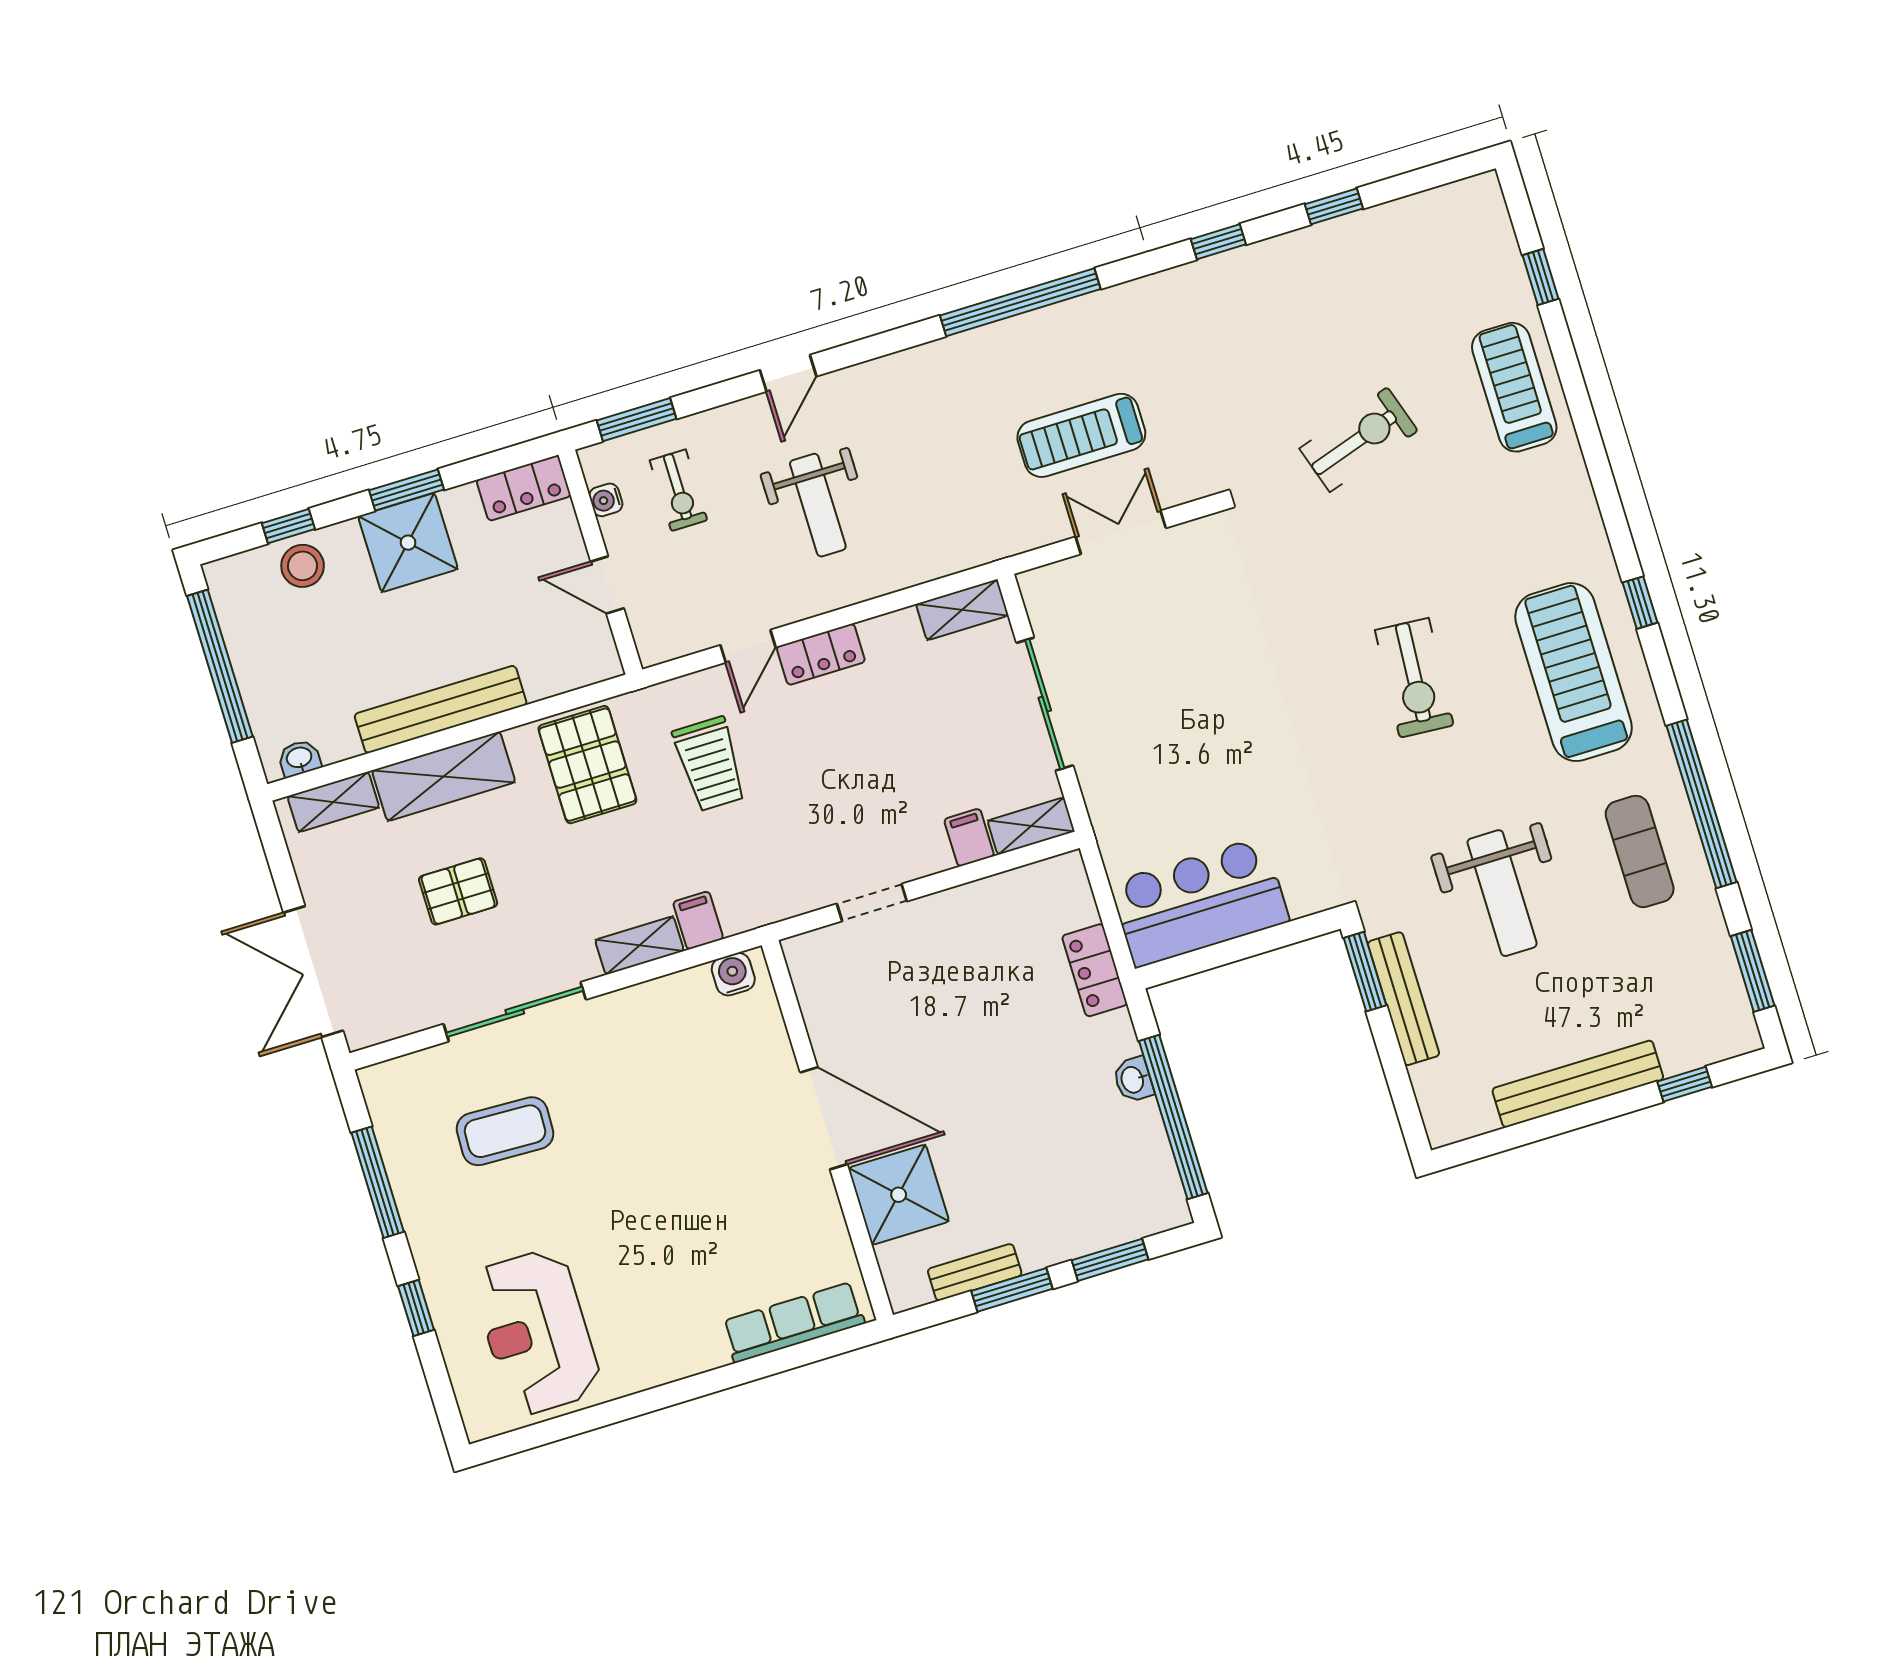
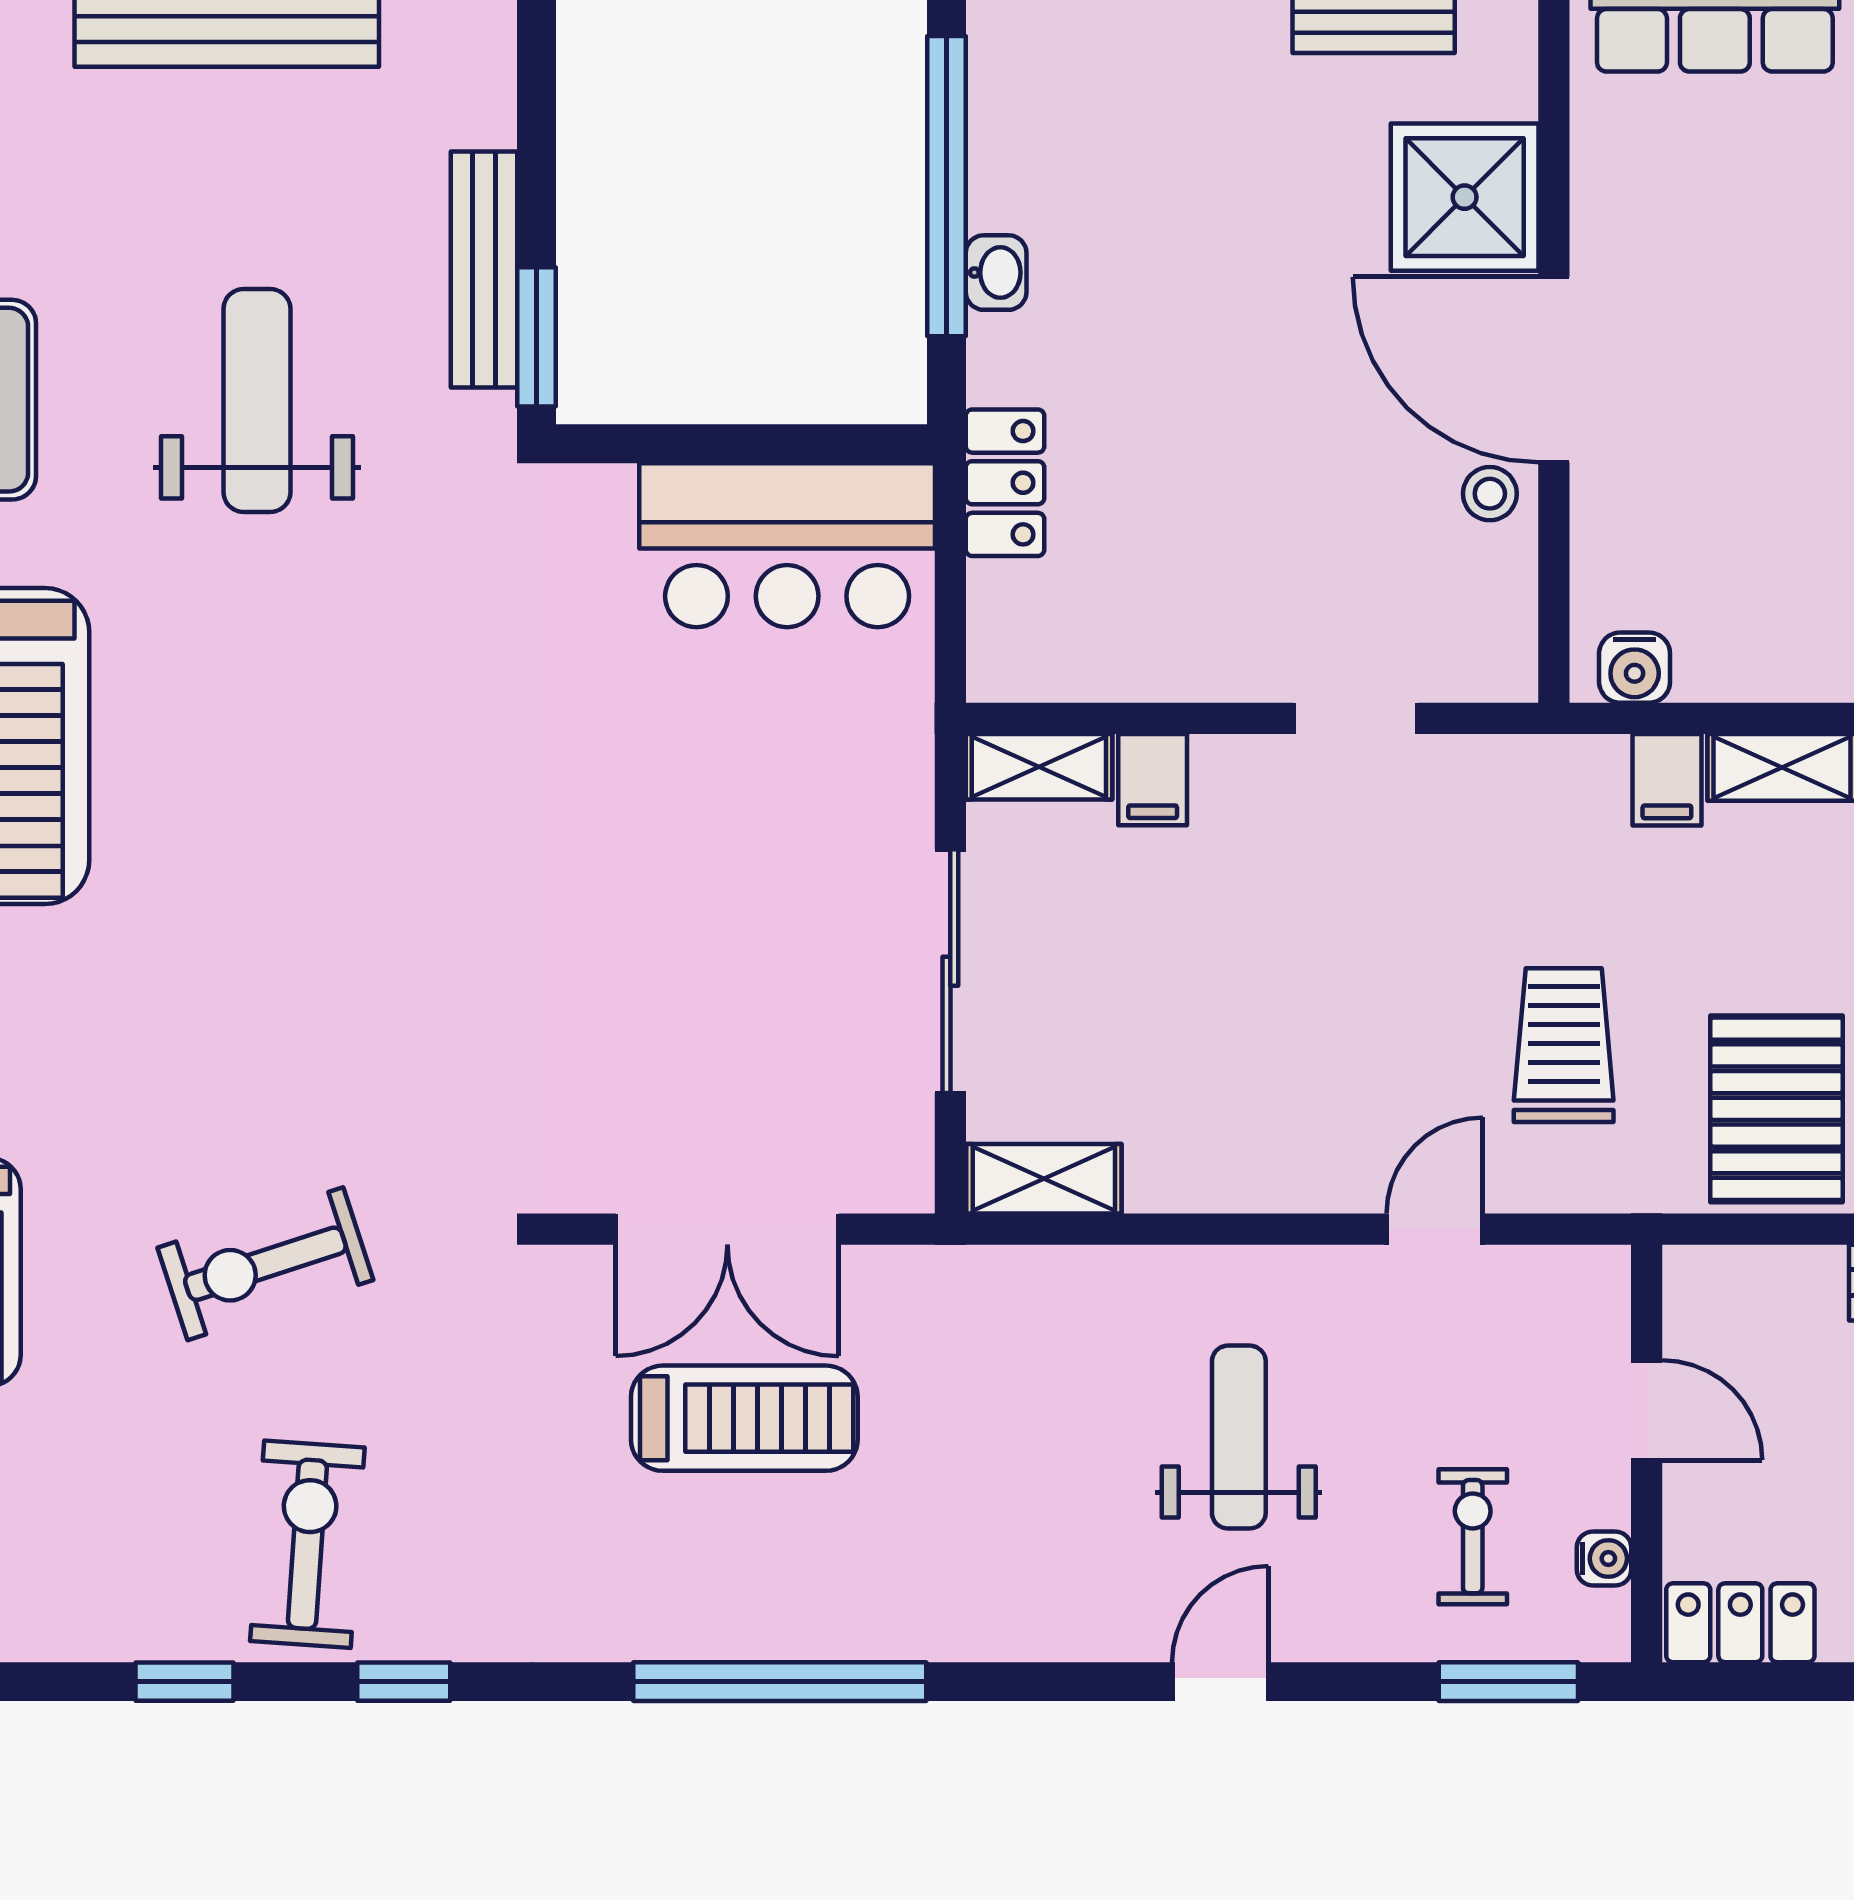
double door: (1121, 532) -> (727, 1229), width x1.37
locker: (821, 654) -> (1313, 1176), removed
exercise bike: (1414, 678) -> (307, 1544), moved
stool: (837, 1043) -> (1490, 494), added

